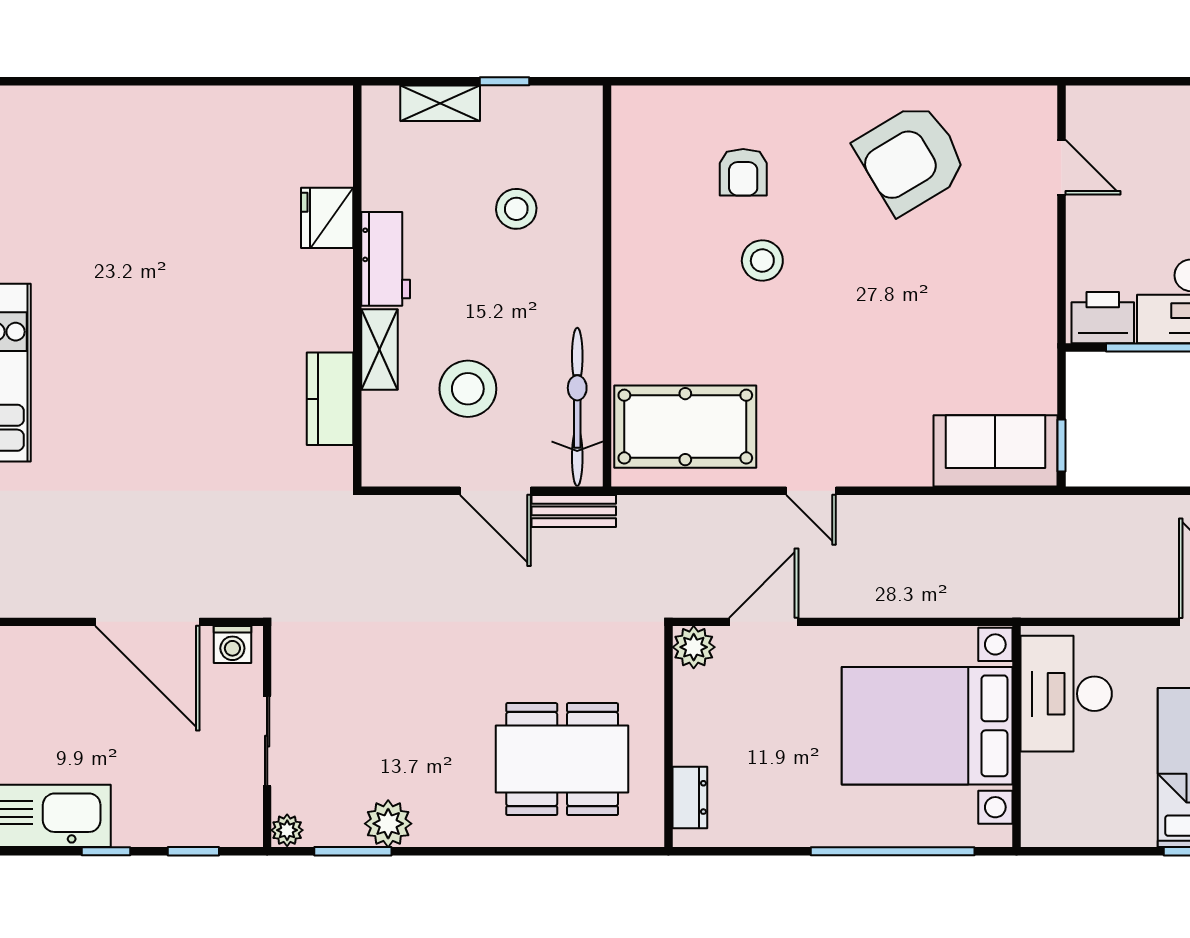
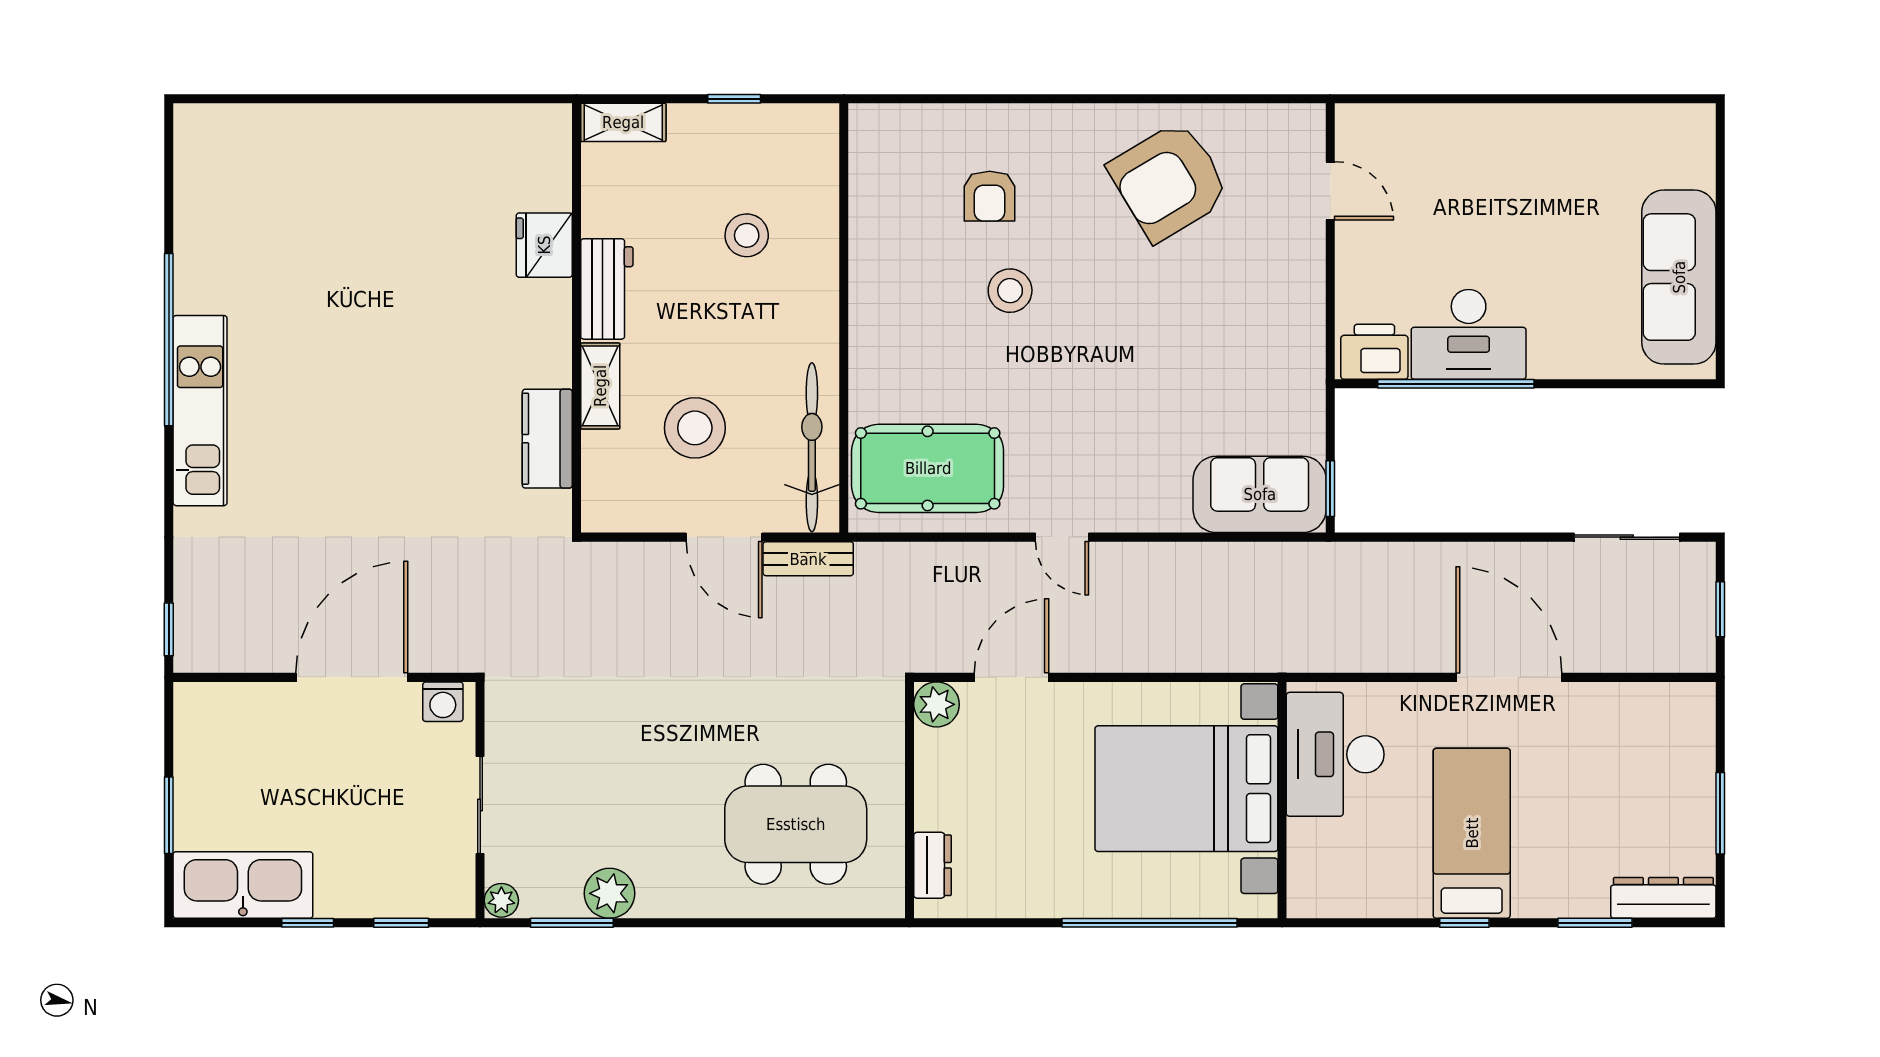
shelving: (440, 103) -> (623, 122), moved
door: (147, 622) -> (352, 677), swing flipped

